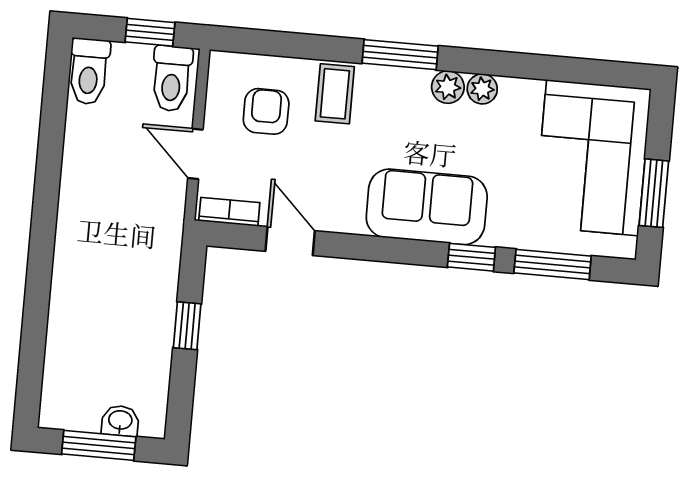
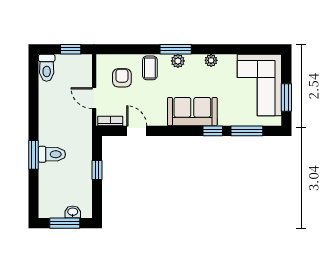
toilet: (172, 78) -> (52, 154), moved, turned -90
plant: (448, 87) -> (178, 61), moved
window: (39, 276) -> (33, 155), added

